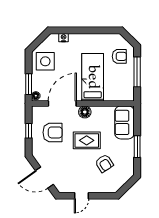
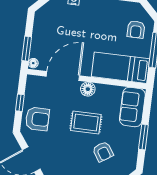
armchair: (119, 56) -> (136, 29), turned 90
side table: (45, 61) -> (49, 25), removed
bed: (93, 77) -> (120, 68), moved, turned -90
armchair: (53, 132) -> (37, 119), moved

